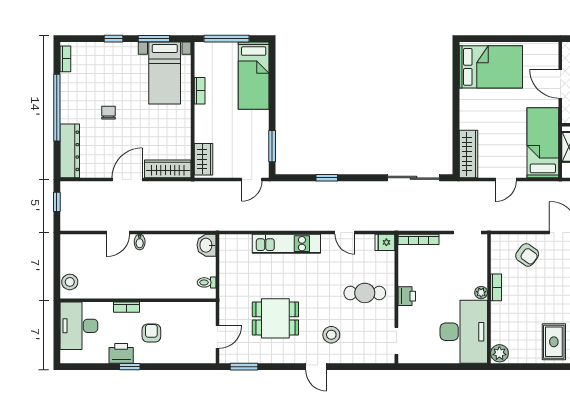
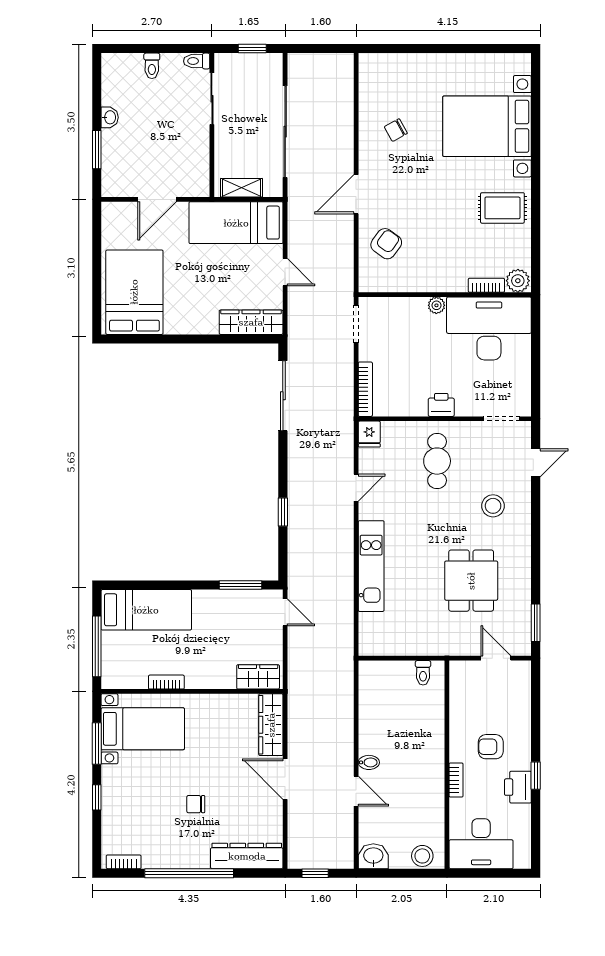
washbasin: (206, 245) -> (373, 856), moved, turned 180
bookcase: (496, 287) -> (486, 285), moved
door: (316, 367) -> (536, 463), moved

